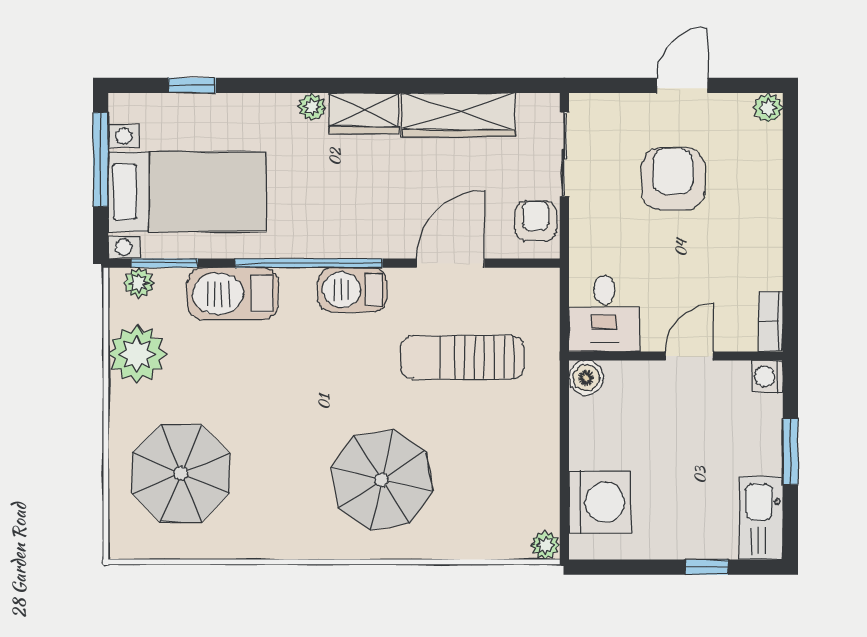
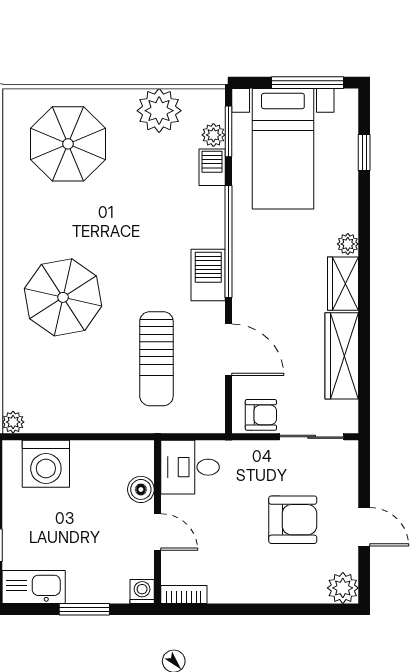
plant: (768, 108) -> (343, 588), width x1.38, depth x1.38
plant: (139, 283) -> (213, 135), moved
barbecue: (233, 294) -> (212, 167), width x0.53, depth x0.65
sun lounger: (462, 357) -> (156, 359), turned 180
boiler: (586, 378) -> (141, 489), moved

